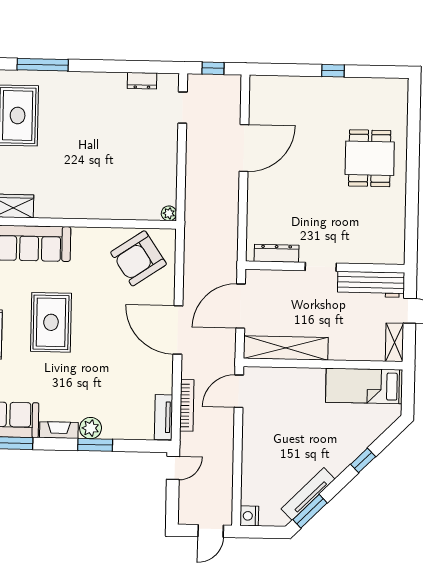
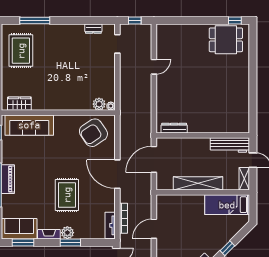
window: (333, 71) -> (235, 20), moved
door: (244, 148) -> (154, 67), width x0.53
dining table: (370, 158) -> (226, 40), moved, turned 90
plant: (149, 210) -> (99, 104), added
doorway: (321, 267) -> (200, 135), removed
rug: (51, 322) -> (67, 195), moved
shelving: (286, 348) -> (198, 183), moved
door: (239, 391) -> (154, 229), moved

